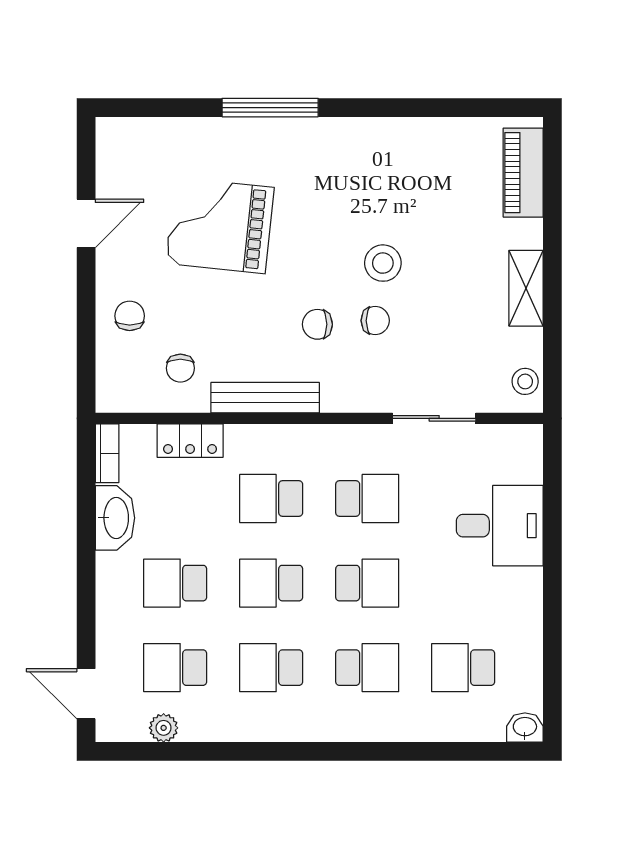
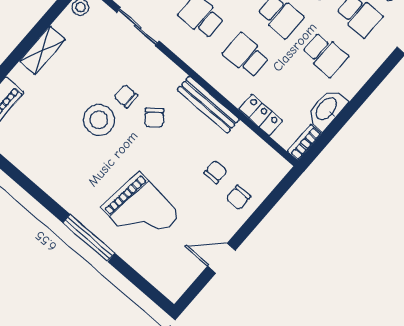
grand piano: (220, 225) -> (141, 211), moved
stool: (383, 263) -> (99, 120), width x1.38, depth x1.38
chair: (317, 324) -> (154, 118), turned 51
chair: (180, 368) -> (216, 172), moved
school desk: (271, 499) -> (246, 55), turned 180

